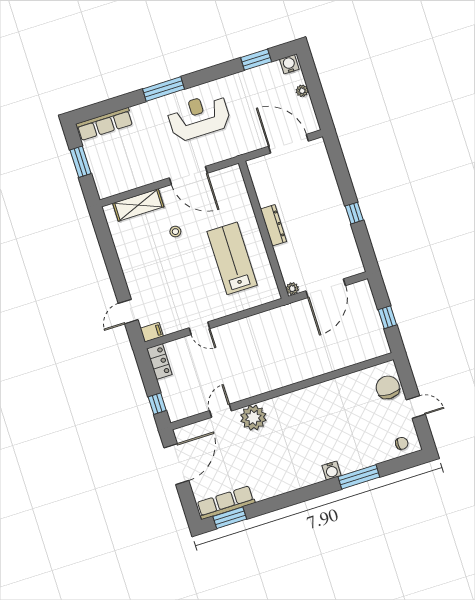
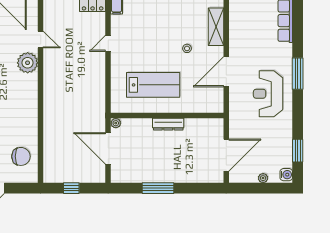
reception desk: (199, 117) -> (268, 94), turned 180
window: (354, 213) -> (158, 188), width x2.17
chair: (388, 387) -> (21, 156), moved

